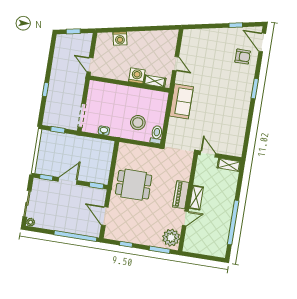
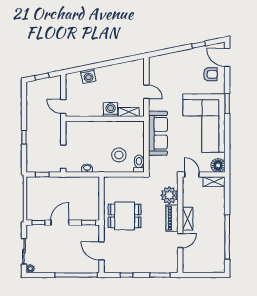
sofa: (181, 101) -> (158, 133), width x1.36
corner sofa: (228, 104) -> (204, 123), added
floor lamp: (236, 149) -> (218, 165), added
plant: (171, 238) -> (169, 195), moved

